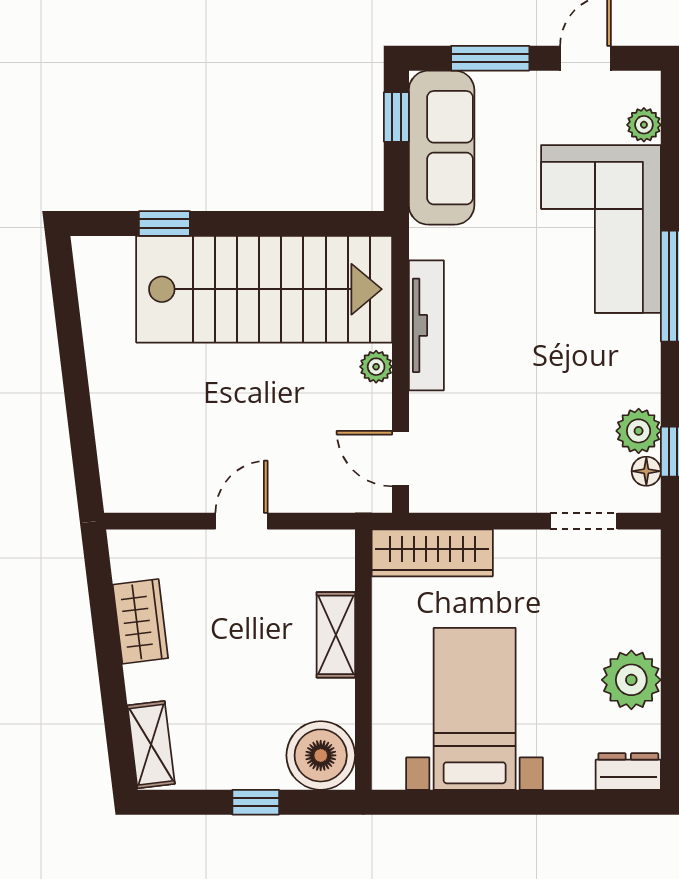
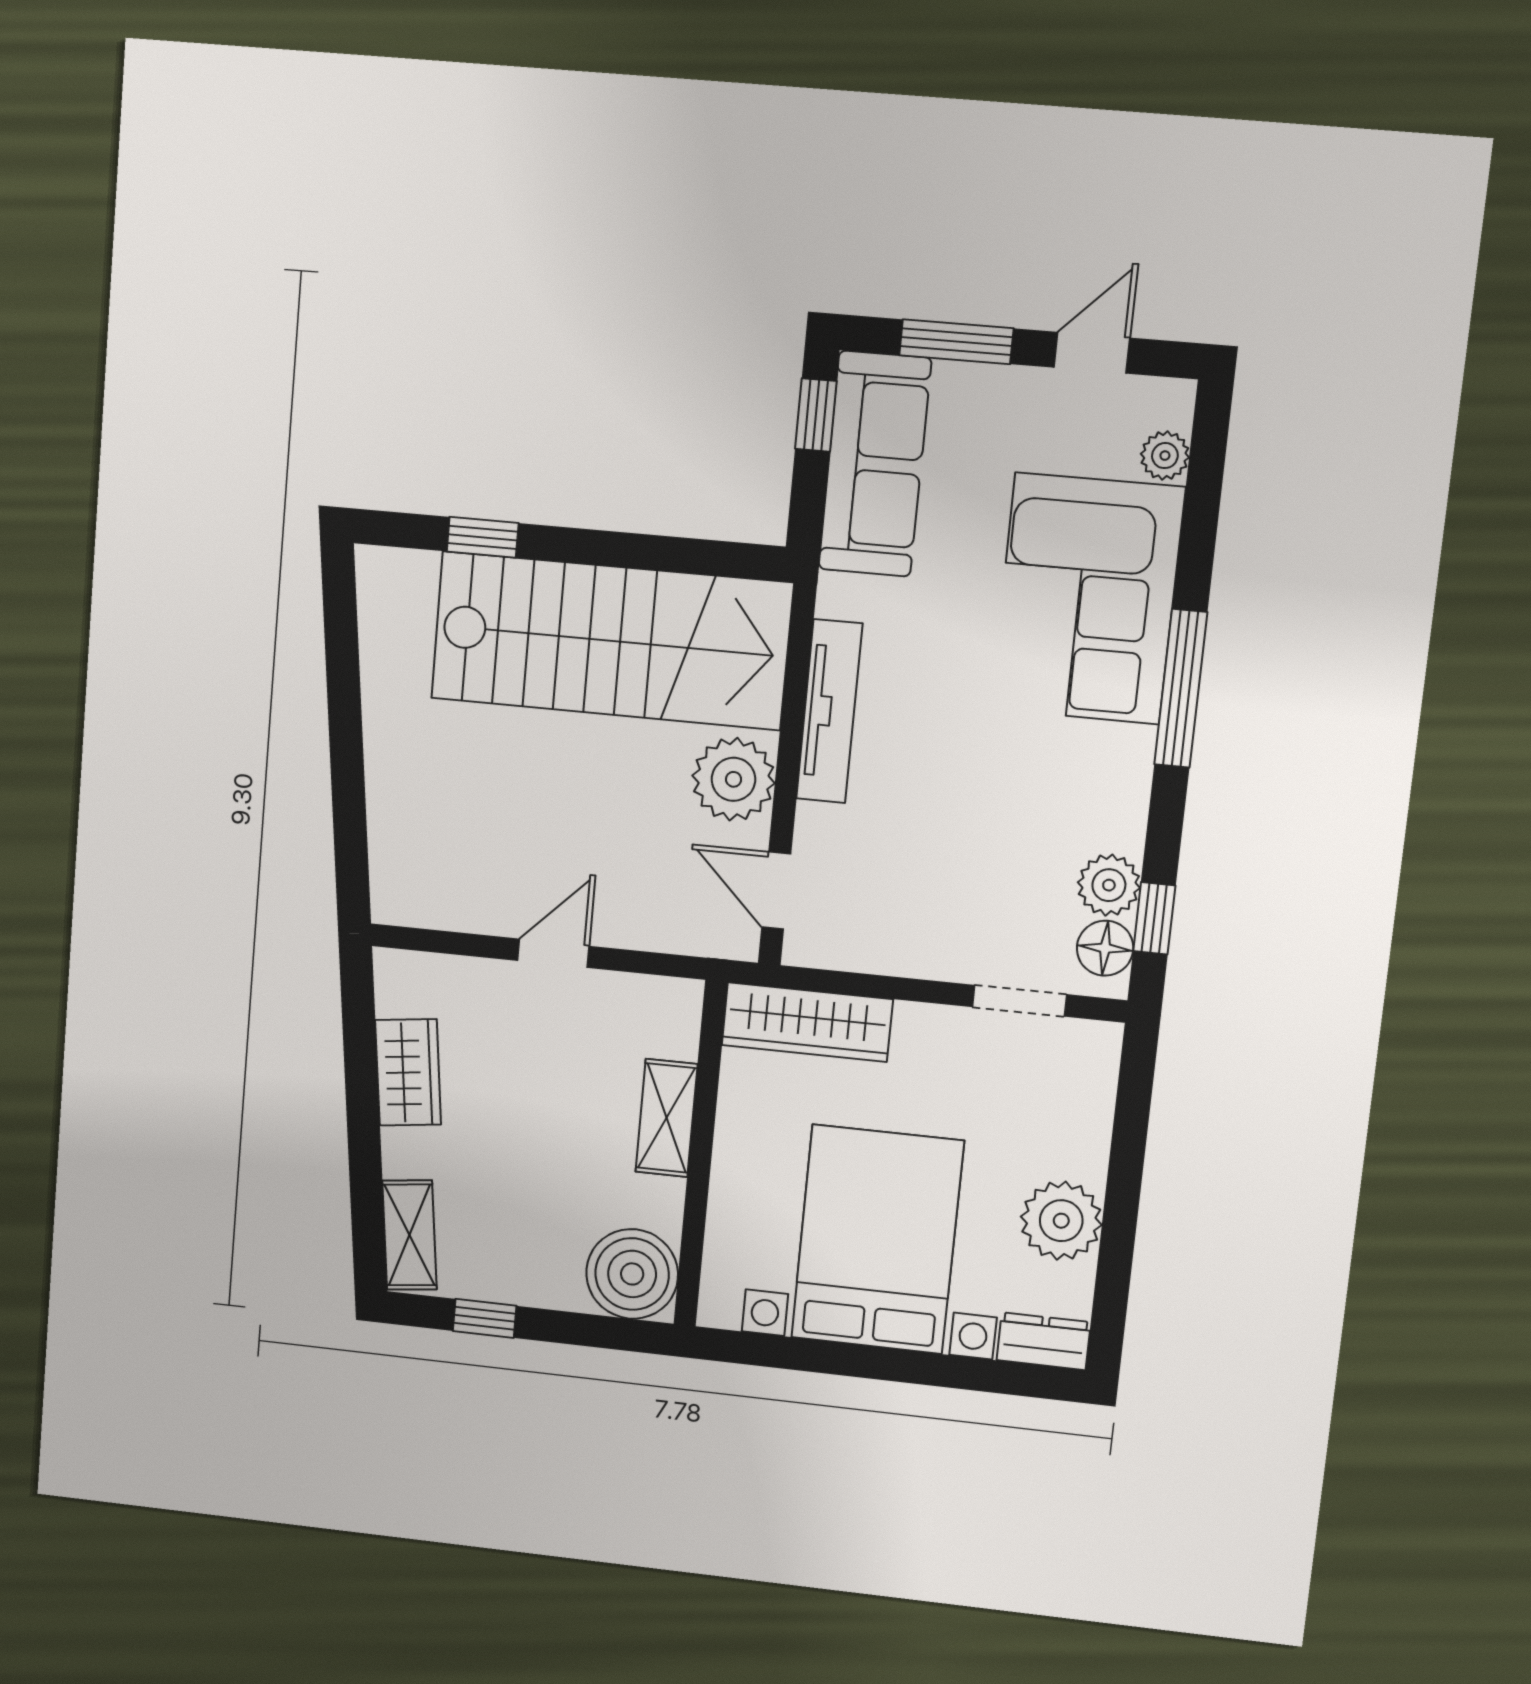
plant: (376, 367) -> (734, 779), width x1.88, depth x1.88
floor lamp: (646, 471) -> (1105, 948), width x1.37, depth x1.37
bed with nightstands: (475, 709) -> (877, 1239), width x1.36
window: (256, 802) -> (485, 1318), moved

